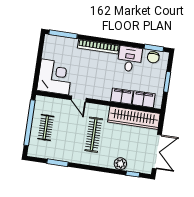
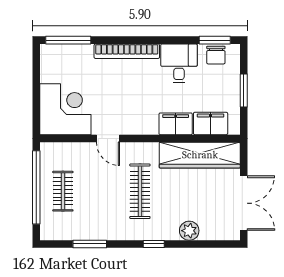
window: (133, 174) -> (154, 244), moved

